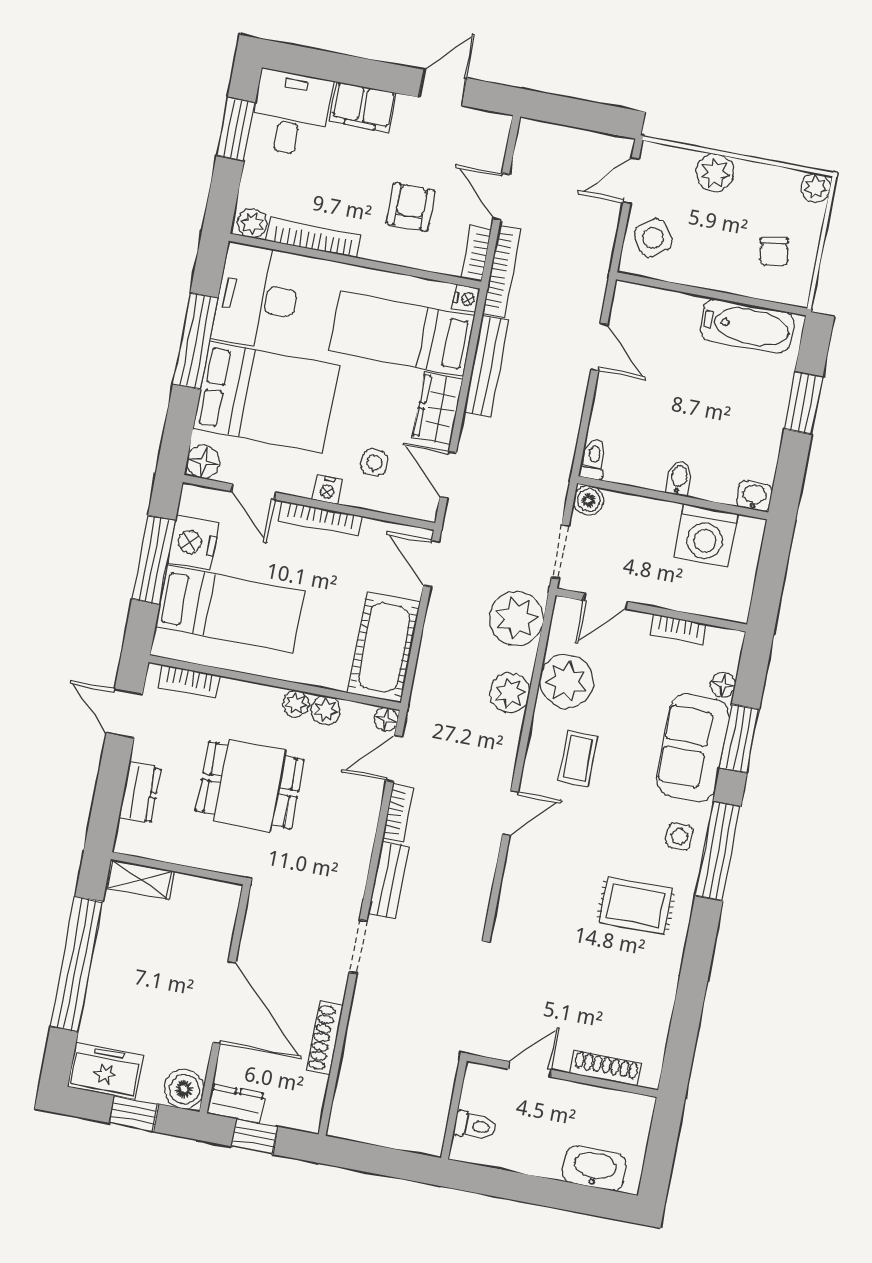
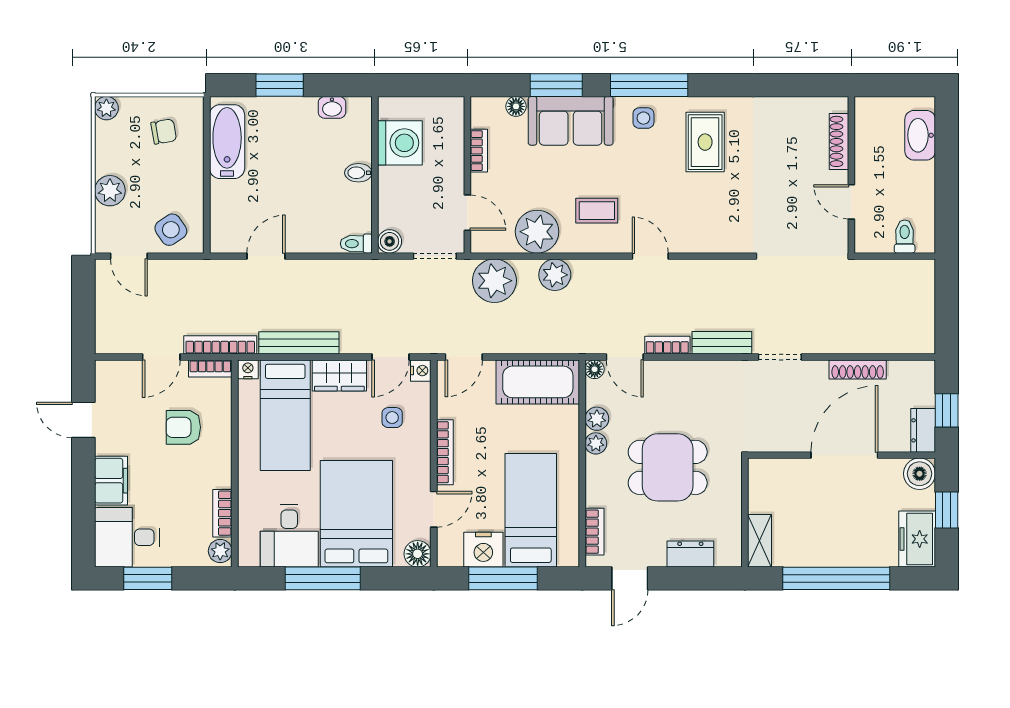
bookcase: (314, 238) -> (222, 513), width x0.64
desk: (257, 297) -> (289, 536), width x0.73
nightstand: (327, 490) -> (421, 371), moved
washbasin: (754, 496) -> (332, 107), moved, turned -90
dining table: (250, 785) -> (668, 467), turned 90

